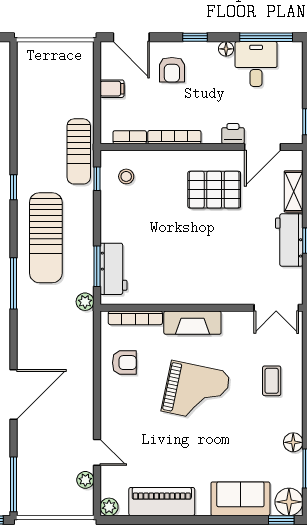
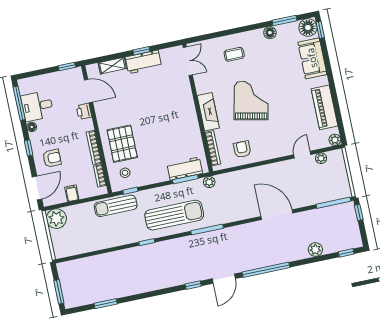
plant: (78, 57) -> (56, 219), added
sun lounger: (79, 151) -> (116, 206), turned 180
pallet: (214, 190) -> (122, 144), moved

